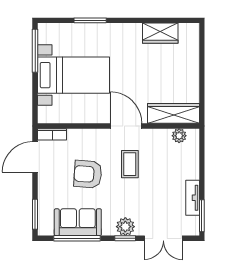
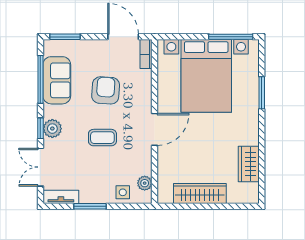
bed with nightstands: (74, 75) -> (206, 76), width x1.36
wardrobe: (174, 113) -> (200, 193), moved, turned -90
side table: (188, 157) -> (123, 192), added
coffee table: (130, 164) -> (102, 138), moved
tv unit: (193, 198) -> (61, 197), moved
window: (202, 216) -> (90, 206), moved

